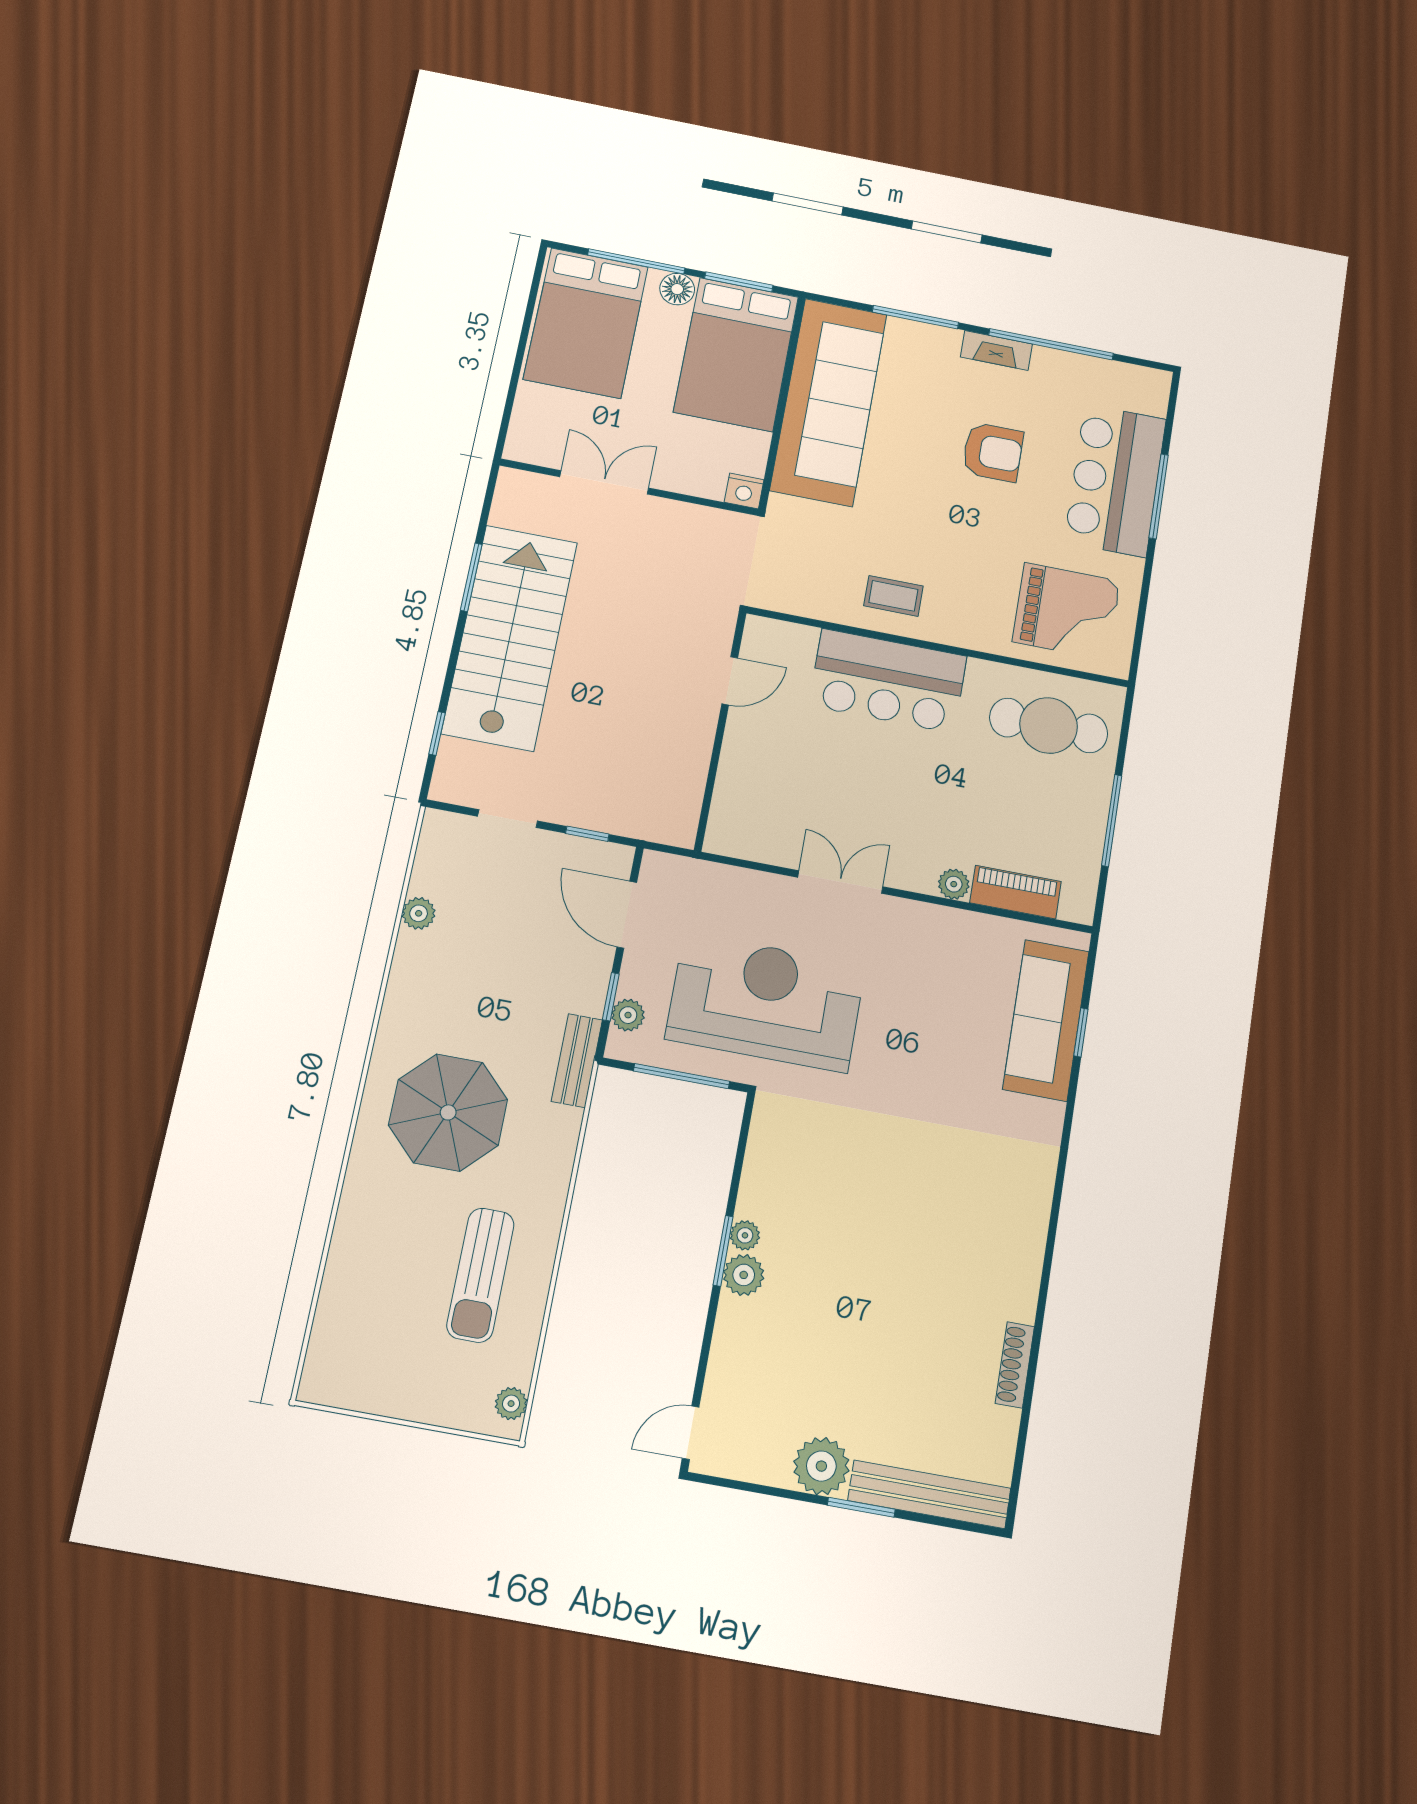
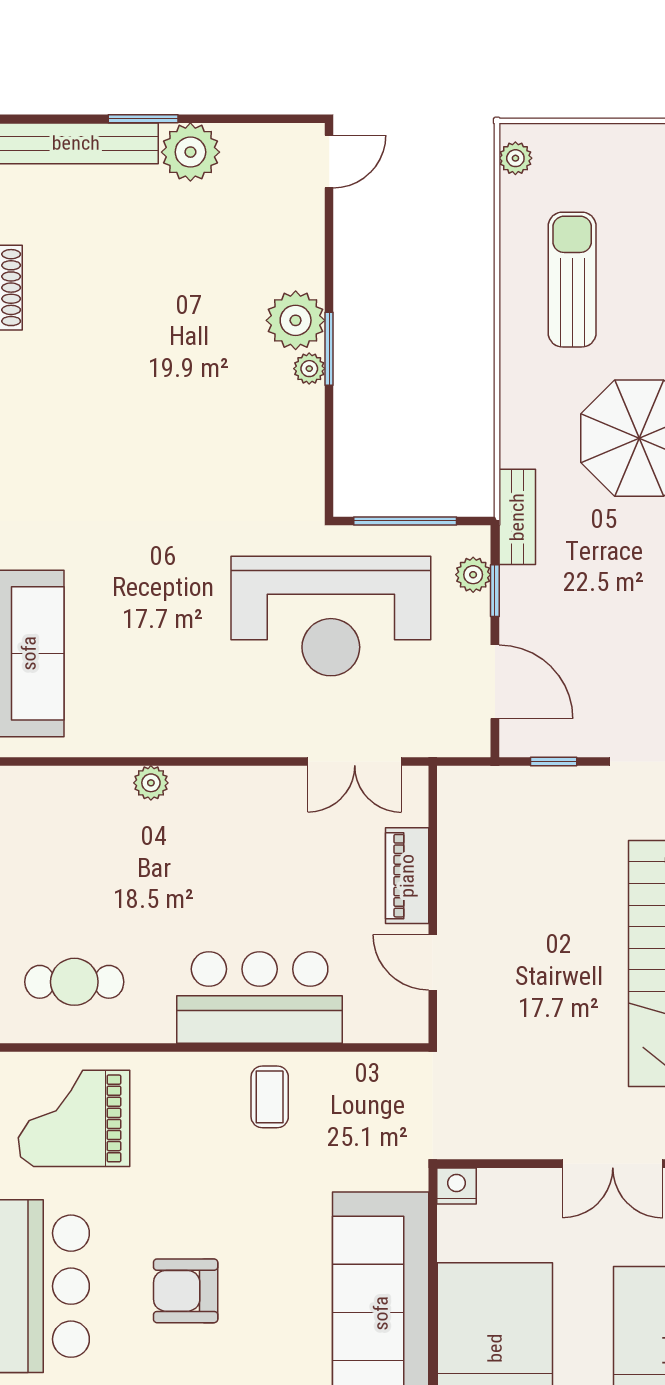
coffee table: (893, 596) -> (270, 1097), turned 90
door: (730, 681) -> (433, 962), hinge flipped
cafe table: (1049, 725) -> (74, 982), width x0.73, depth x0.74
double door: (840, 882) -> (355, 761), moved
piano: (1016, 892) -> (407, 876), moved, turned 90
plant: (744, 1275) -> (296, 320), width x1.36, depth x1.36

